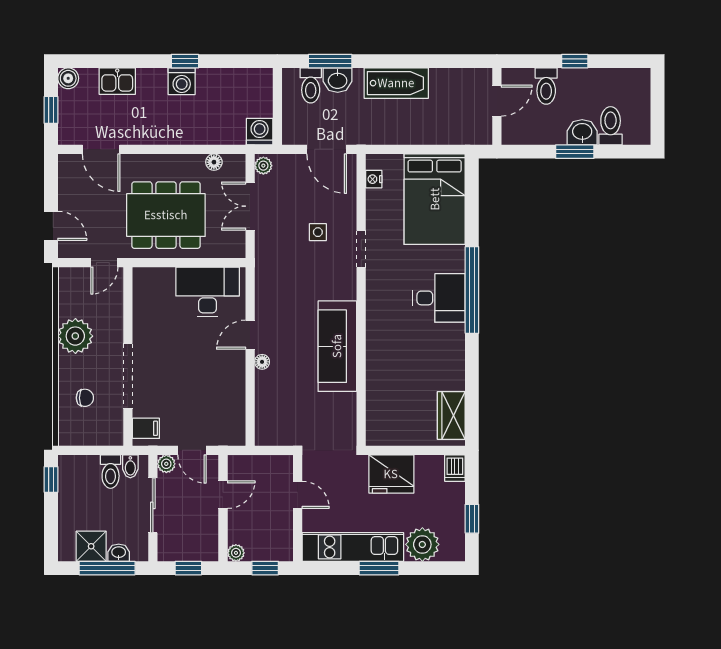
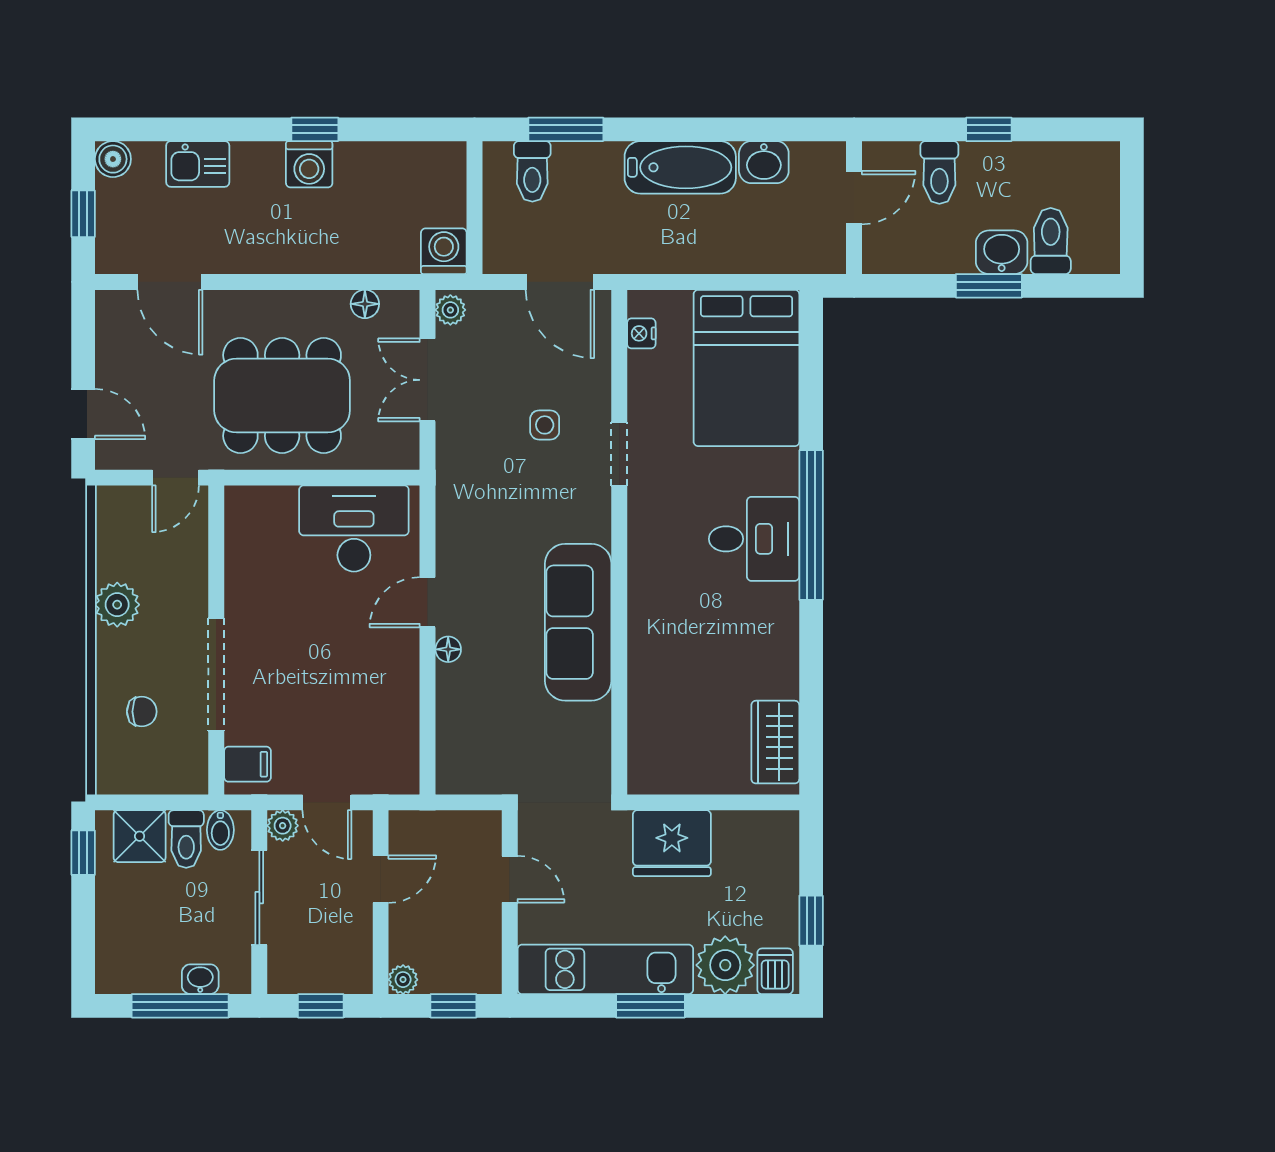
washbasin: (338, 80) -> (764, 162), moved
plant: (75, 336) -> (117, 605), width x0.73, depth x0.73
dishwasher: (455, 468) -> (775, 971), moved, turned 180
shower: (91, 546) -> (140, 836), moved

